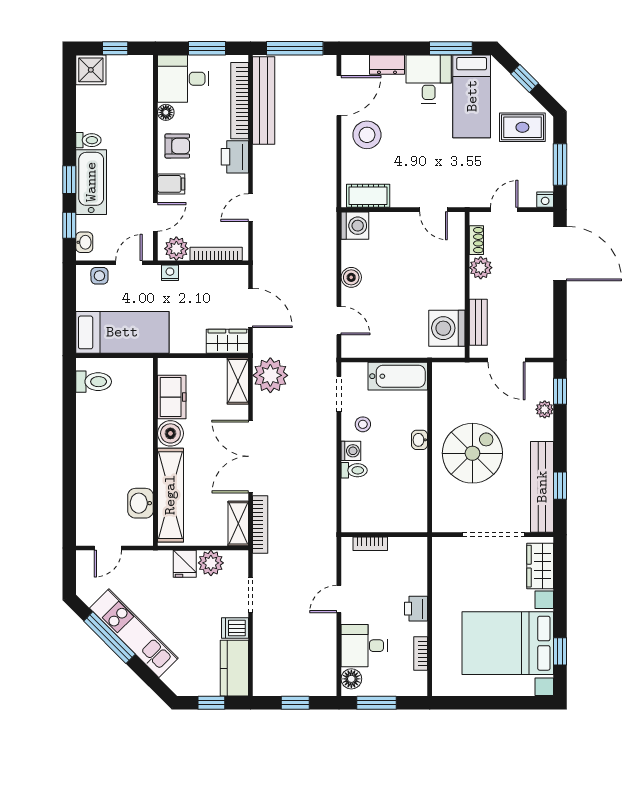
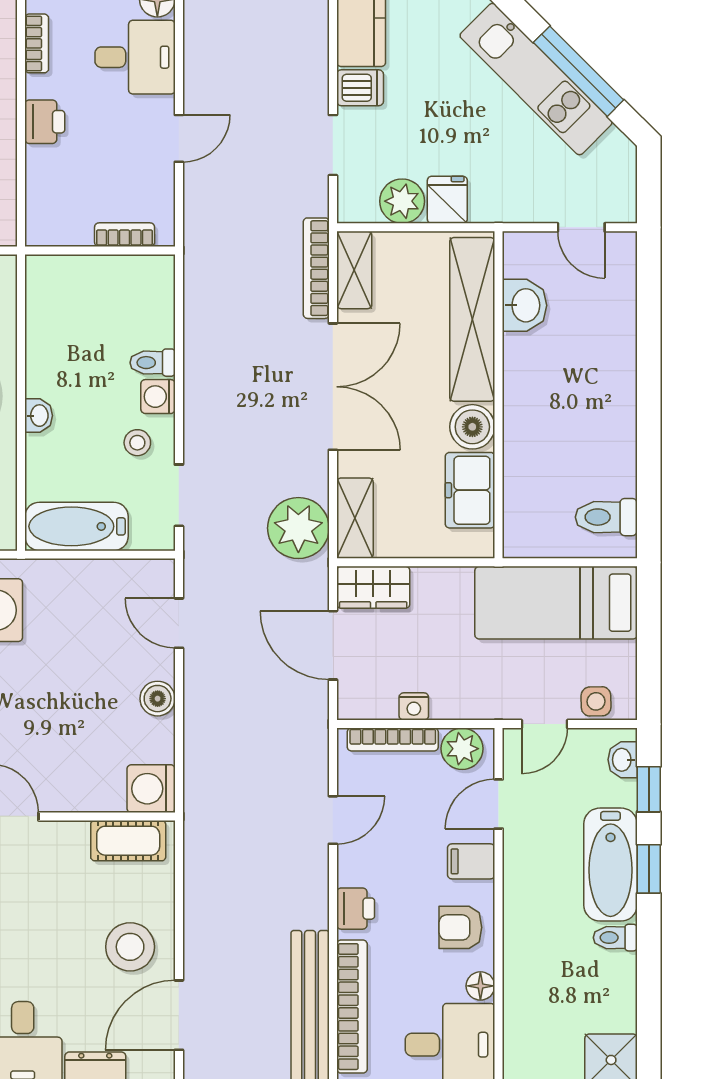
printer: (235, 157) -> (356, 909), width x0.73, depth x0.81
nightstand: (170, 273) -> (414, 706), moved
door: (108, 548) -> (581, 227), swing flipped

